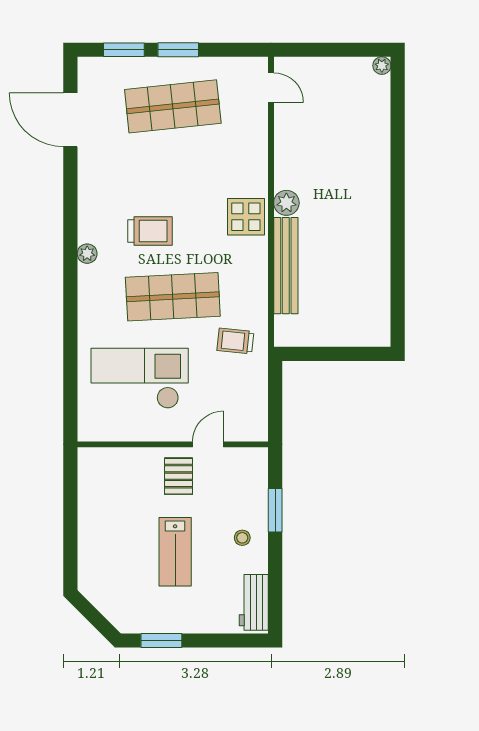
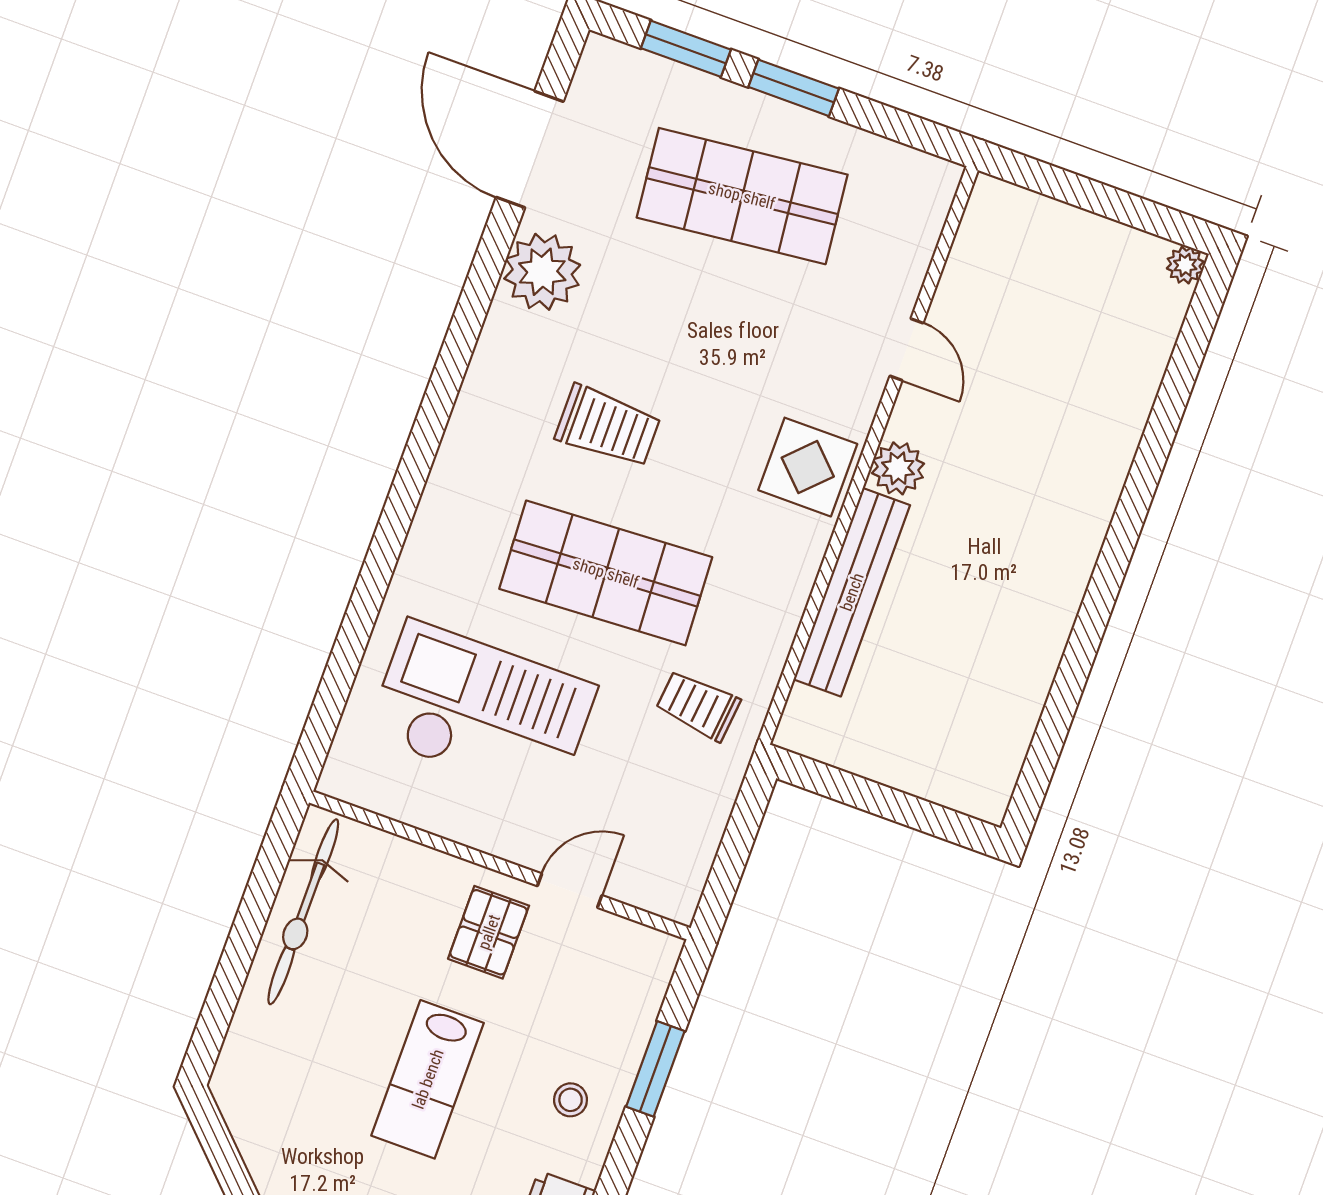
door: (271, 88) -> (907, 350), moved
plant: (87, 254) -> (542, 272), moved, width x1.87, depth x1.87
bicycle: (92, 497) -> (303, 912), added

